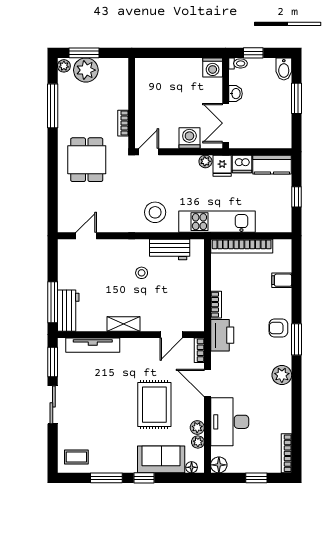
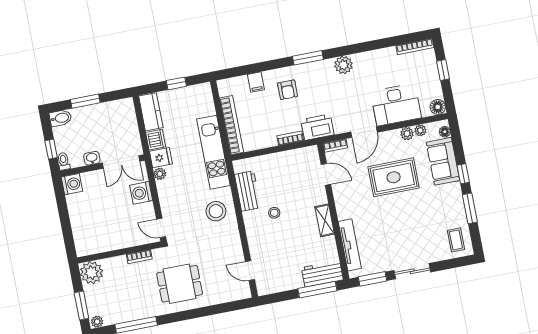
plant: (86, 70) -> (91, 273), moved
armchair: (278, 328) -> (288, 90), moved

